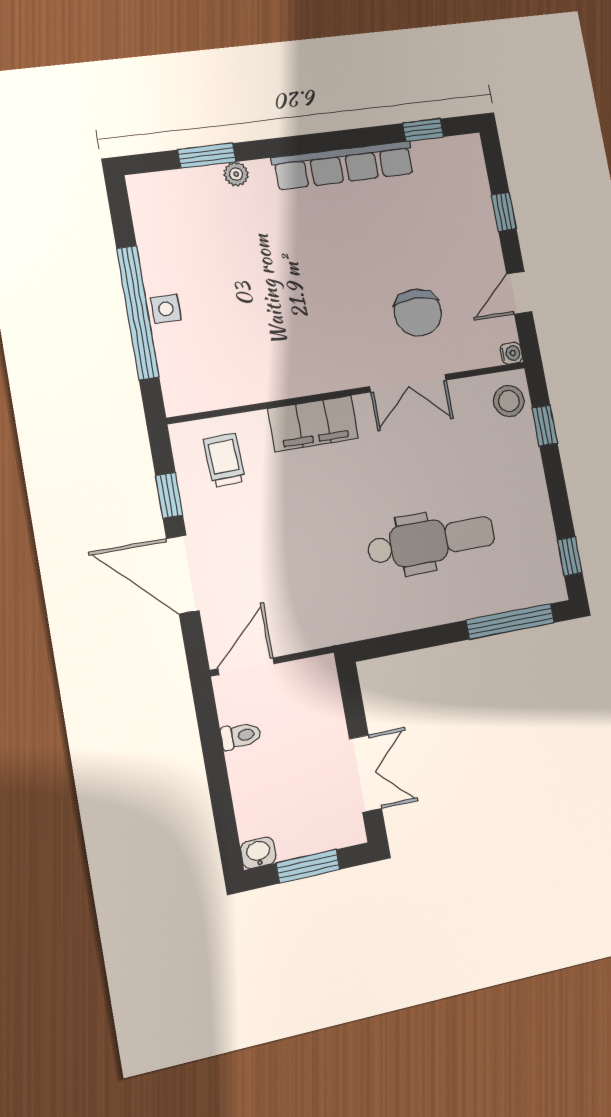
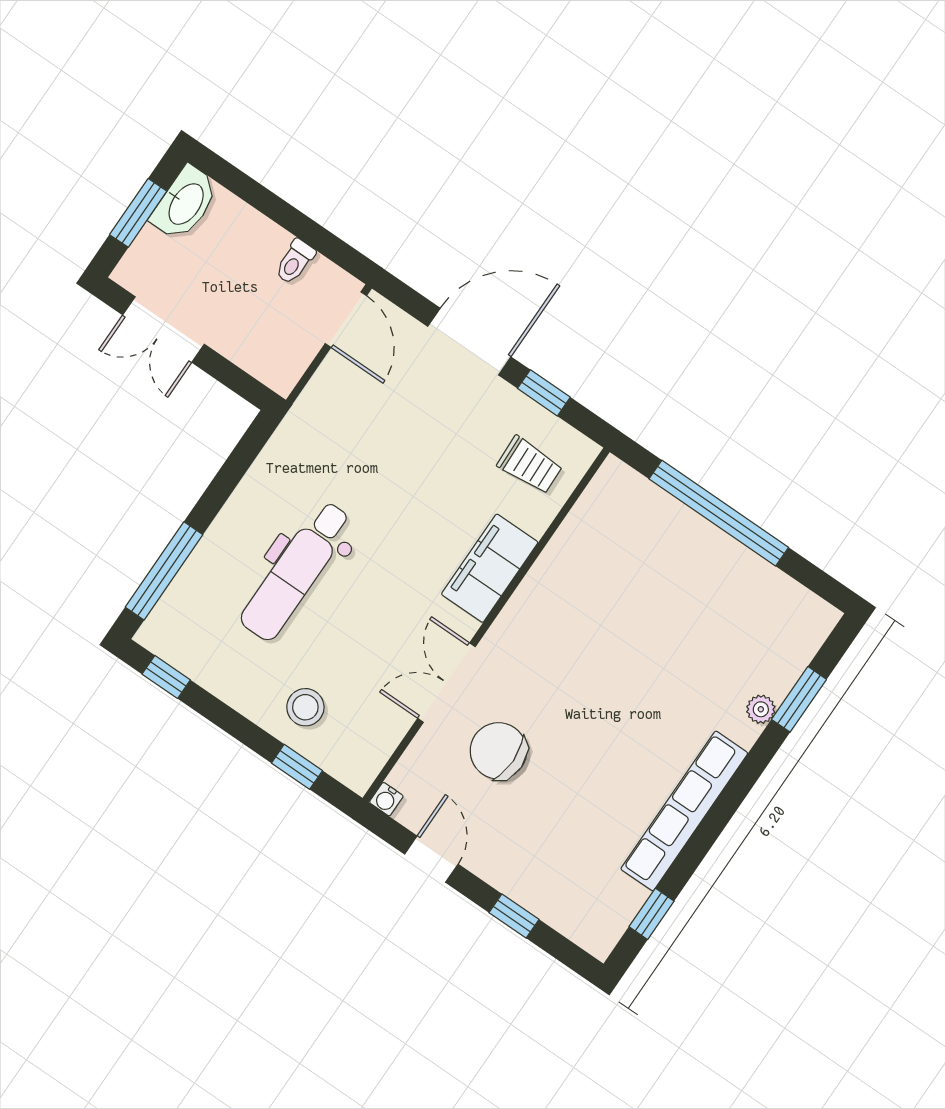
side table: (166, 309) -> (700, 539), removed
stool: (509, 401) -> (305, 707), moved
washbasin: (258, 853) -> (185, 203), width x1.91, depth x1.45

